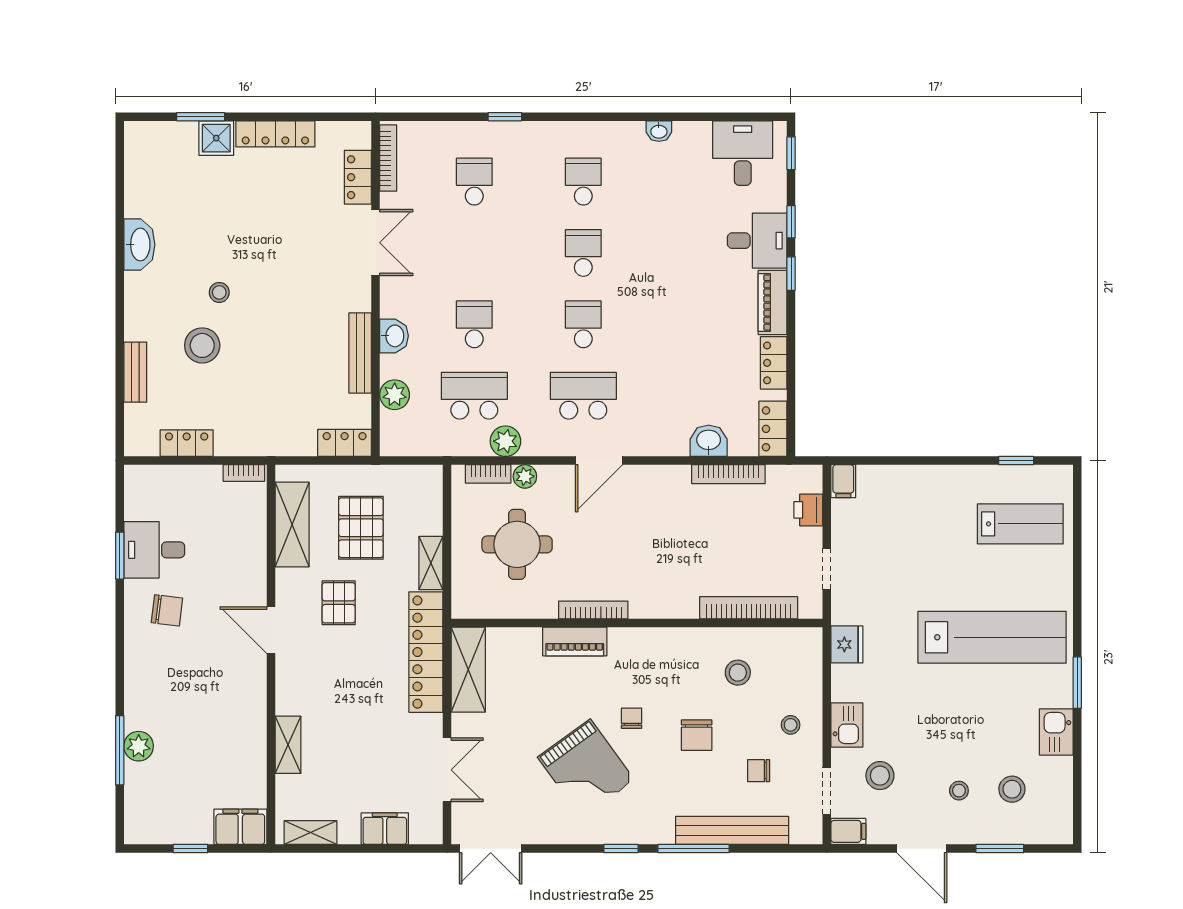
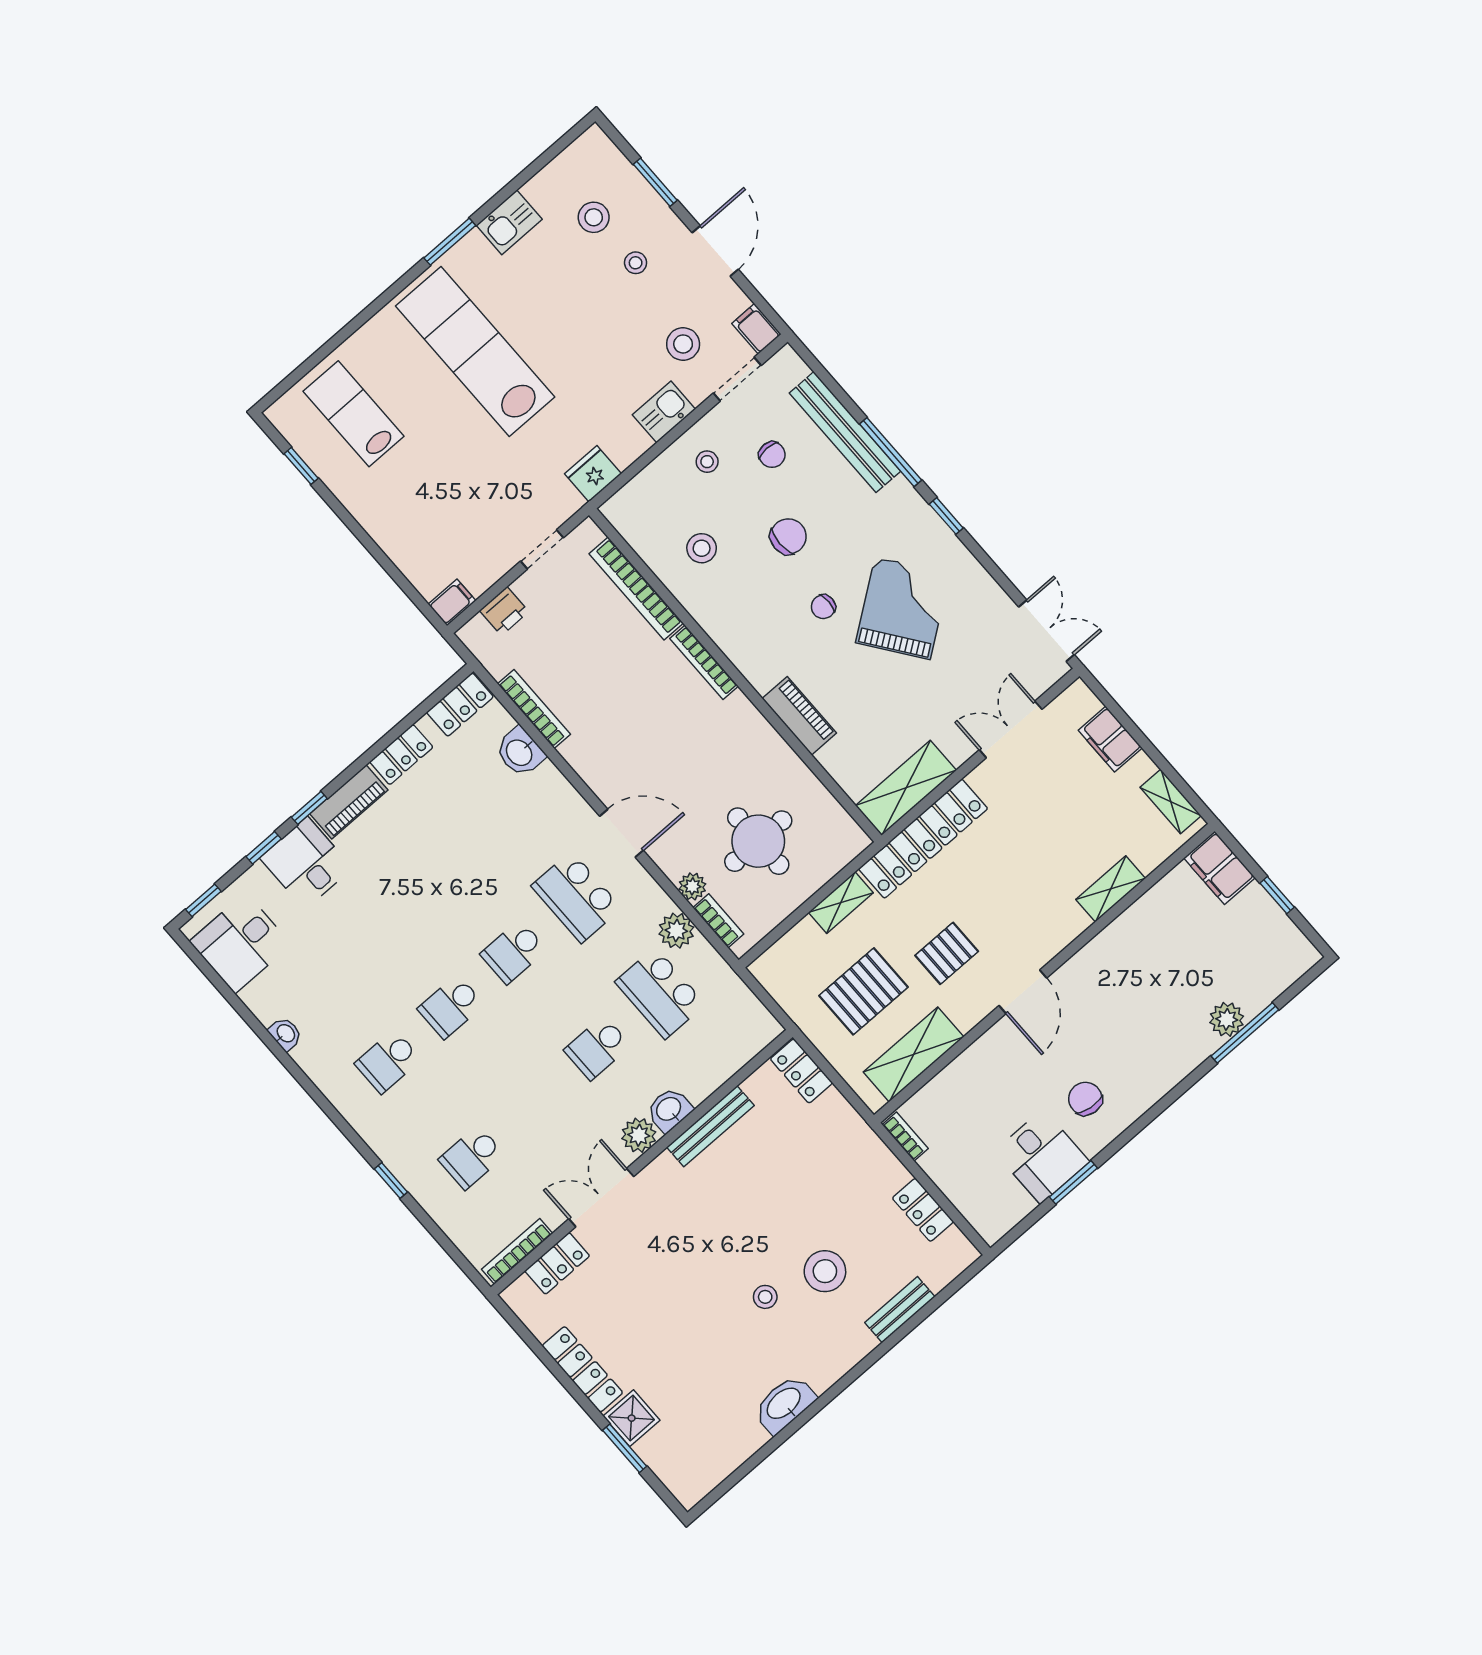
plant: (395, 395) -> (639, 1135), moved
bookcase: (593, 610) -> (704, 662), moved

